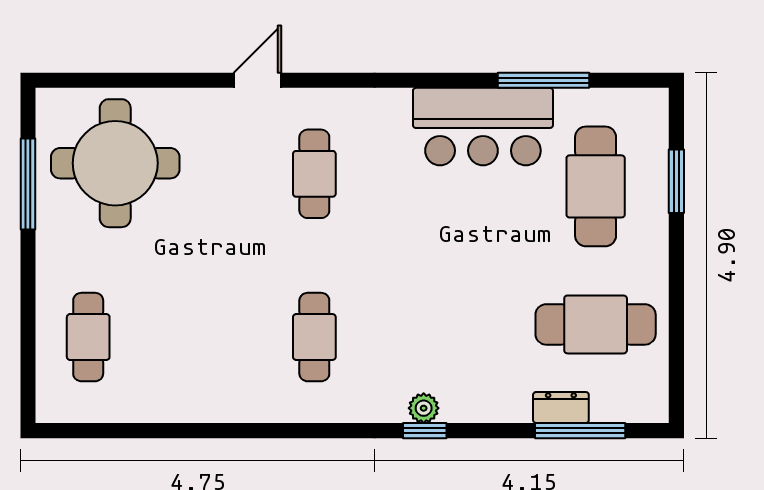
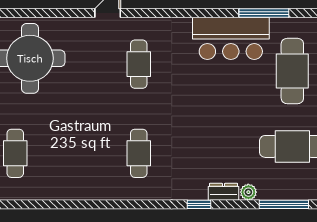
dresser: (561, 407) -> (223, 192), moved
plant: (424, 408) -> (248, 192), moved

